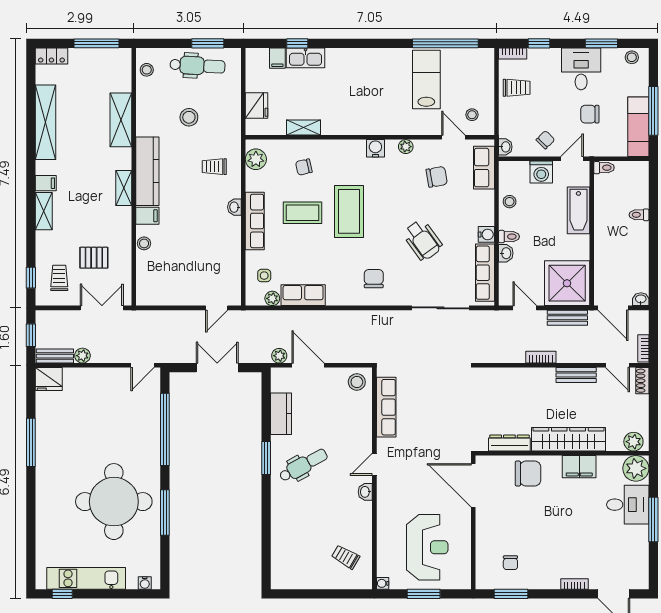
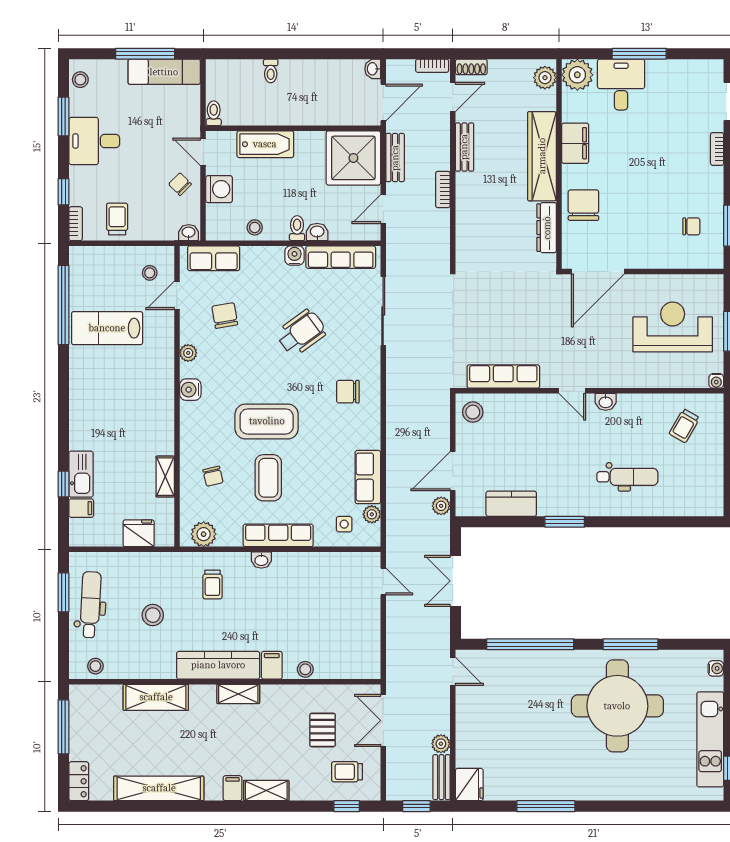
chair: (590, 114) -> (149, 130), removed
dental chair: (303, 465) -> (627, 477), moved, turned 119

